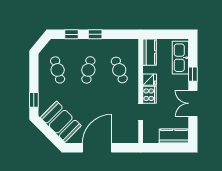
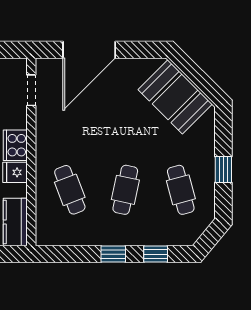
window: (34, 100) -> (223, 169), moved
doorway: (141, 112) -> (31, 90), moved
door: (97, 148) -> (89, 50), moved

